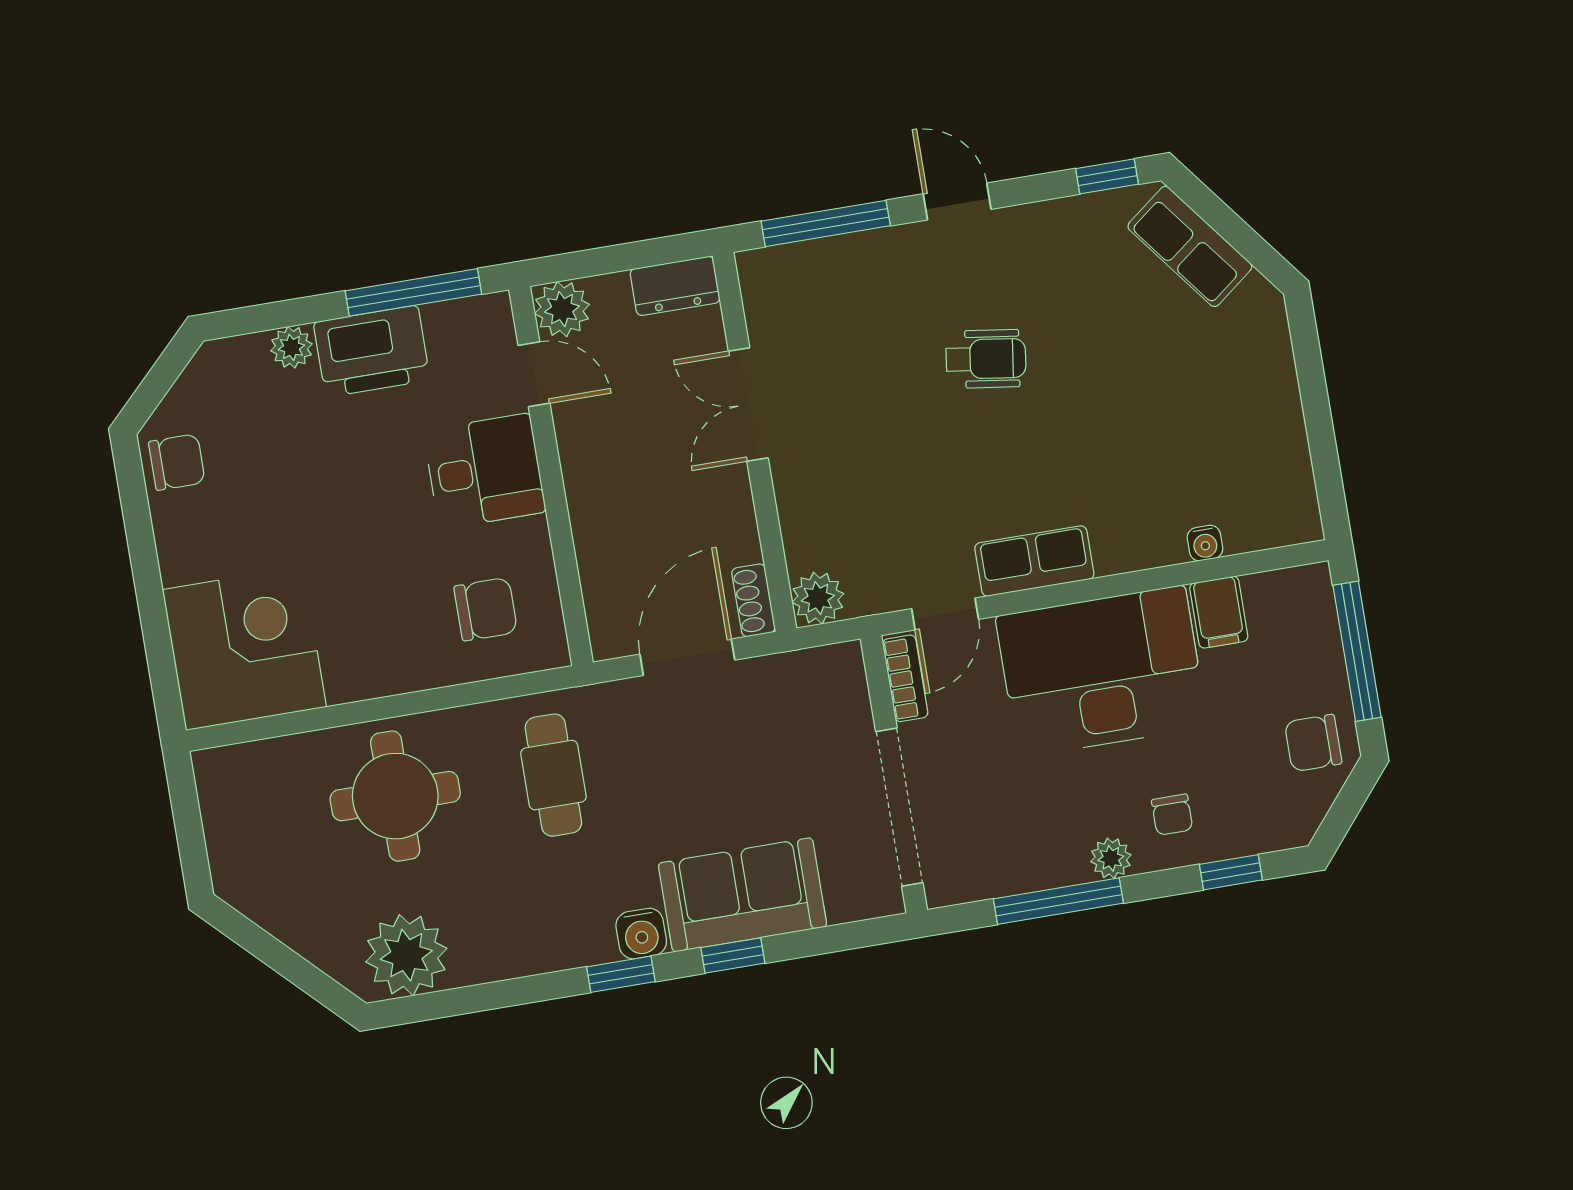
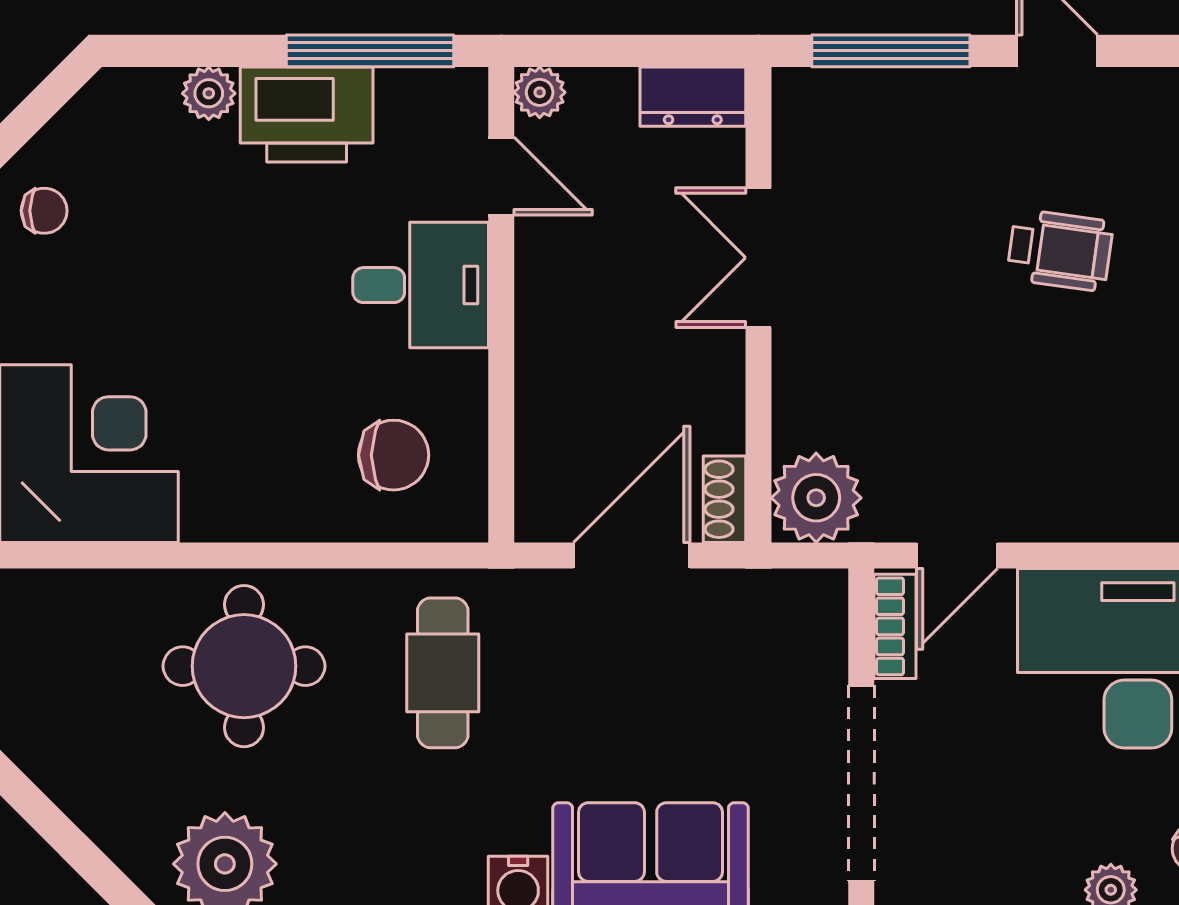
plant: (562, 309) -> (540, 92), width x0.73, depth x0.73
chair: (177, 462) -> (44, 211), width x0.73, depth x0.73
row of seats: (1034, 561) -> (1078, 509), removed
plant: (818, 598) -> (816, 498), width x1.36, depth x1.36

